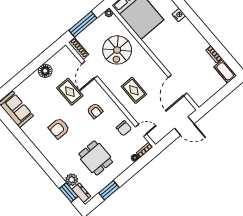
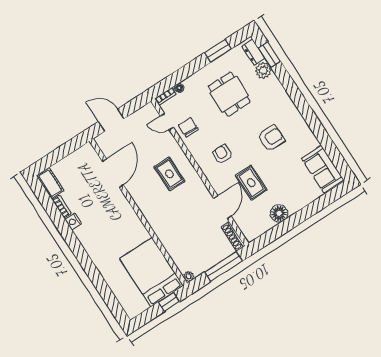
nightstand: (179, 15) -> (73, 221), moved
spiral stairs: (117, 50) -> (184, 228), removed

